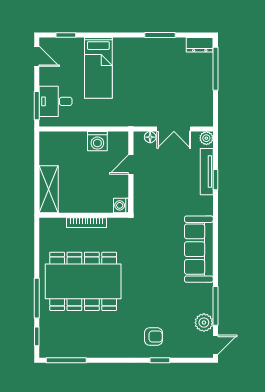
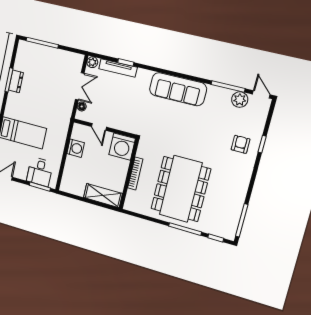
dresser: (200, 45) -> (16, 81), moved
washing machine: (121, 205) -> (122, 147), width x1.89, depth x1.89

